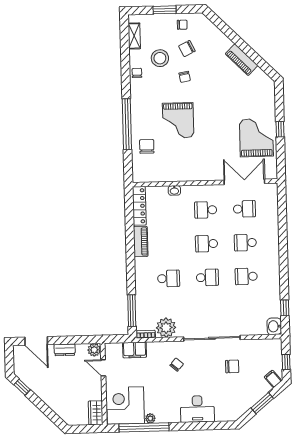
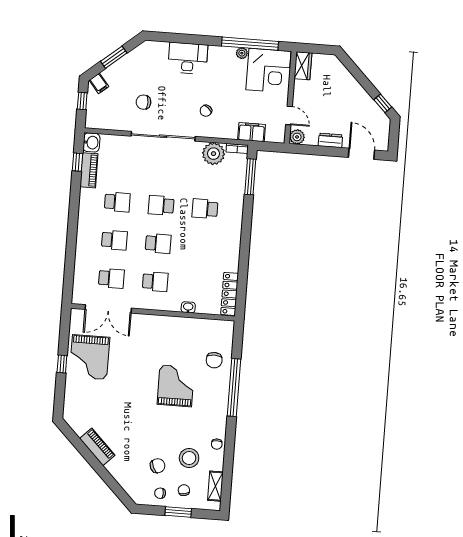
chair: (185, 77) -> (184, 490), moved
school desk: (244, 209) -> (111, 278), turned 180
piano: (141, 242) -> (89, 170), moved, turned 180

